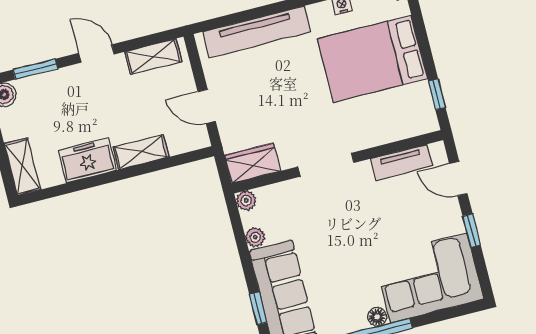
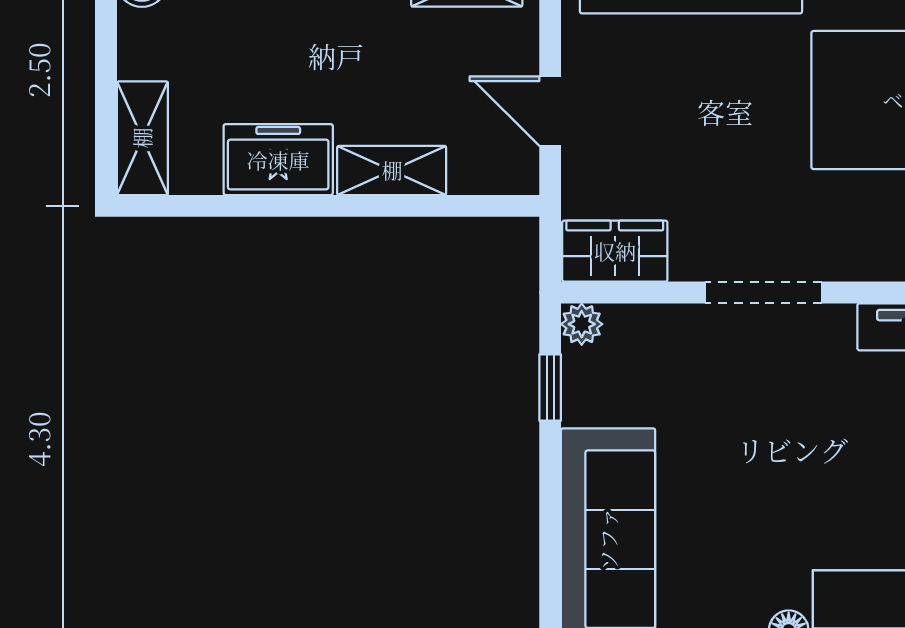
plant: (255, 237) -> (581, 404), removed
window: (258, 308) -> (550, 387), moved

